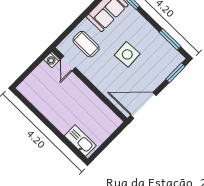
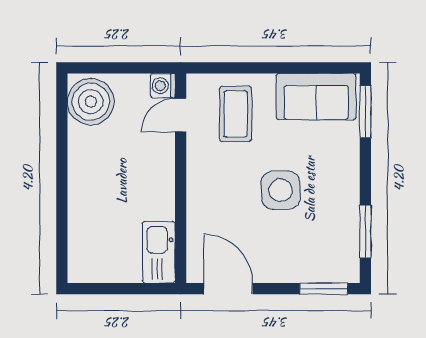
boiler: (33, 90) -> (91, 102), added
door: (143, 105) -> (228, 289), width x0.73
kitchen sink: (80, 141) -> (159, 252), moved, turned 180

